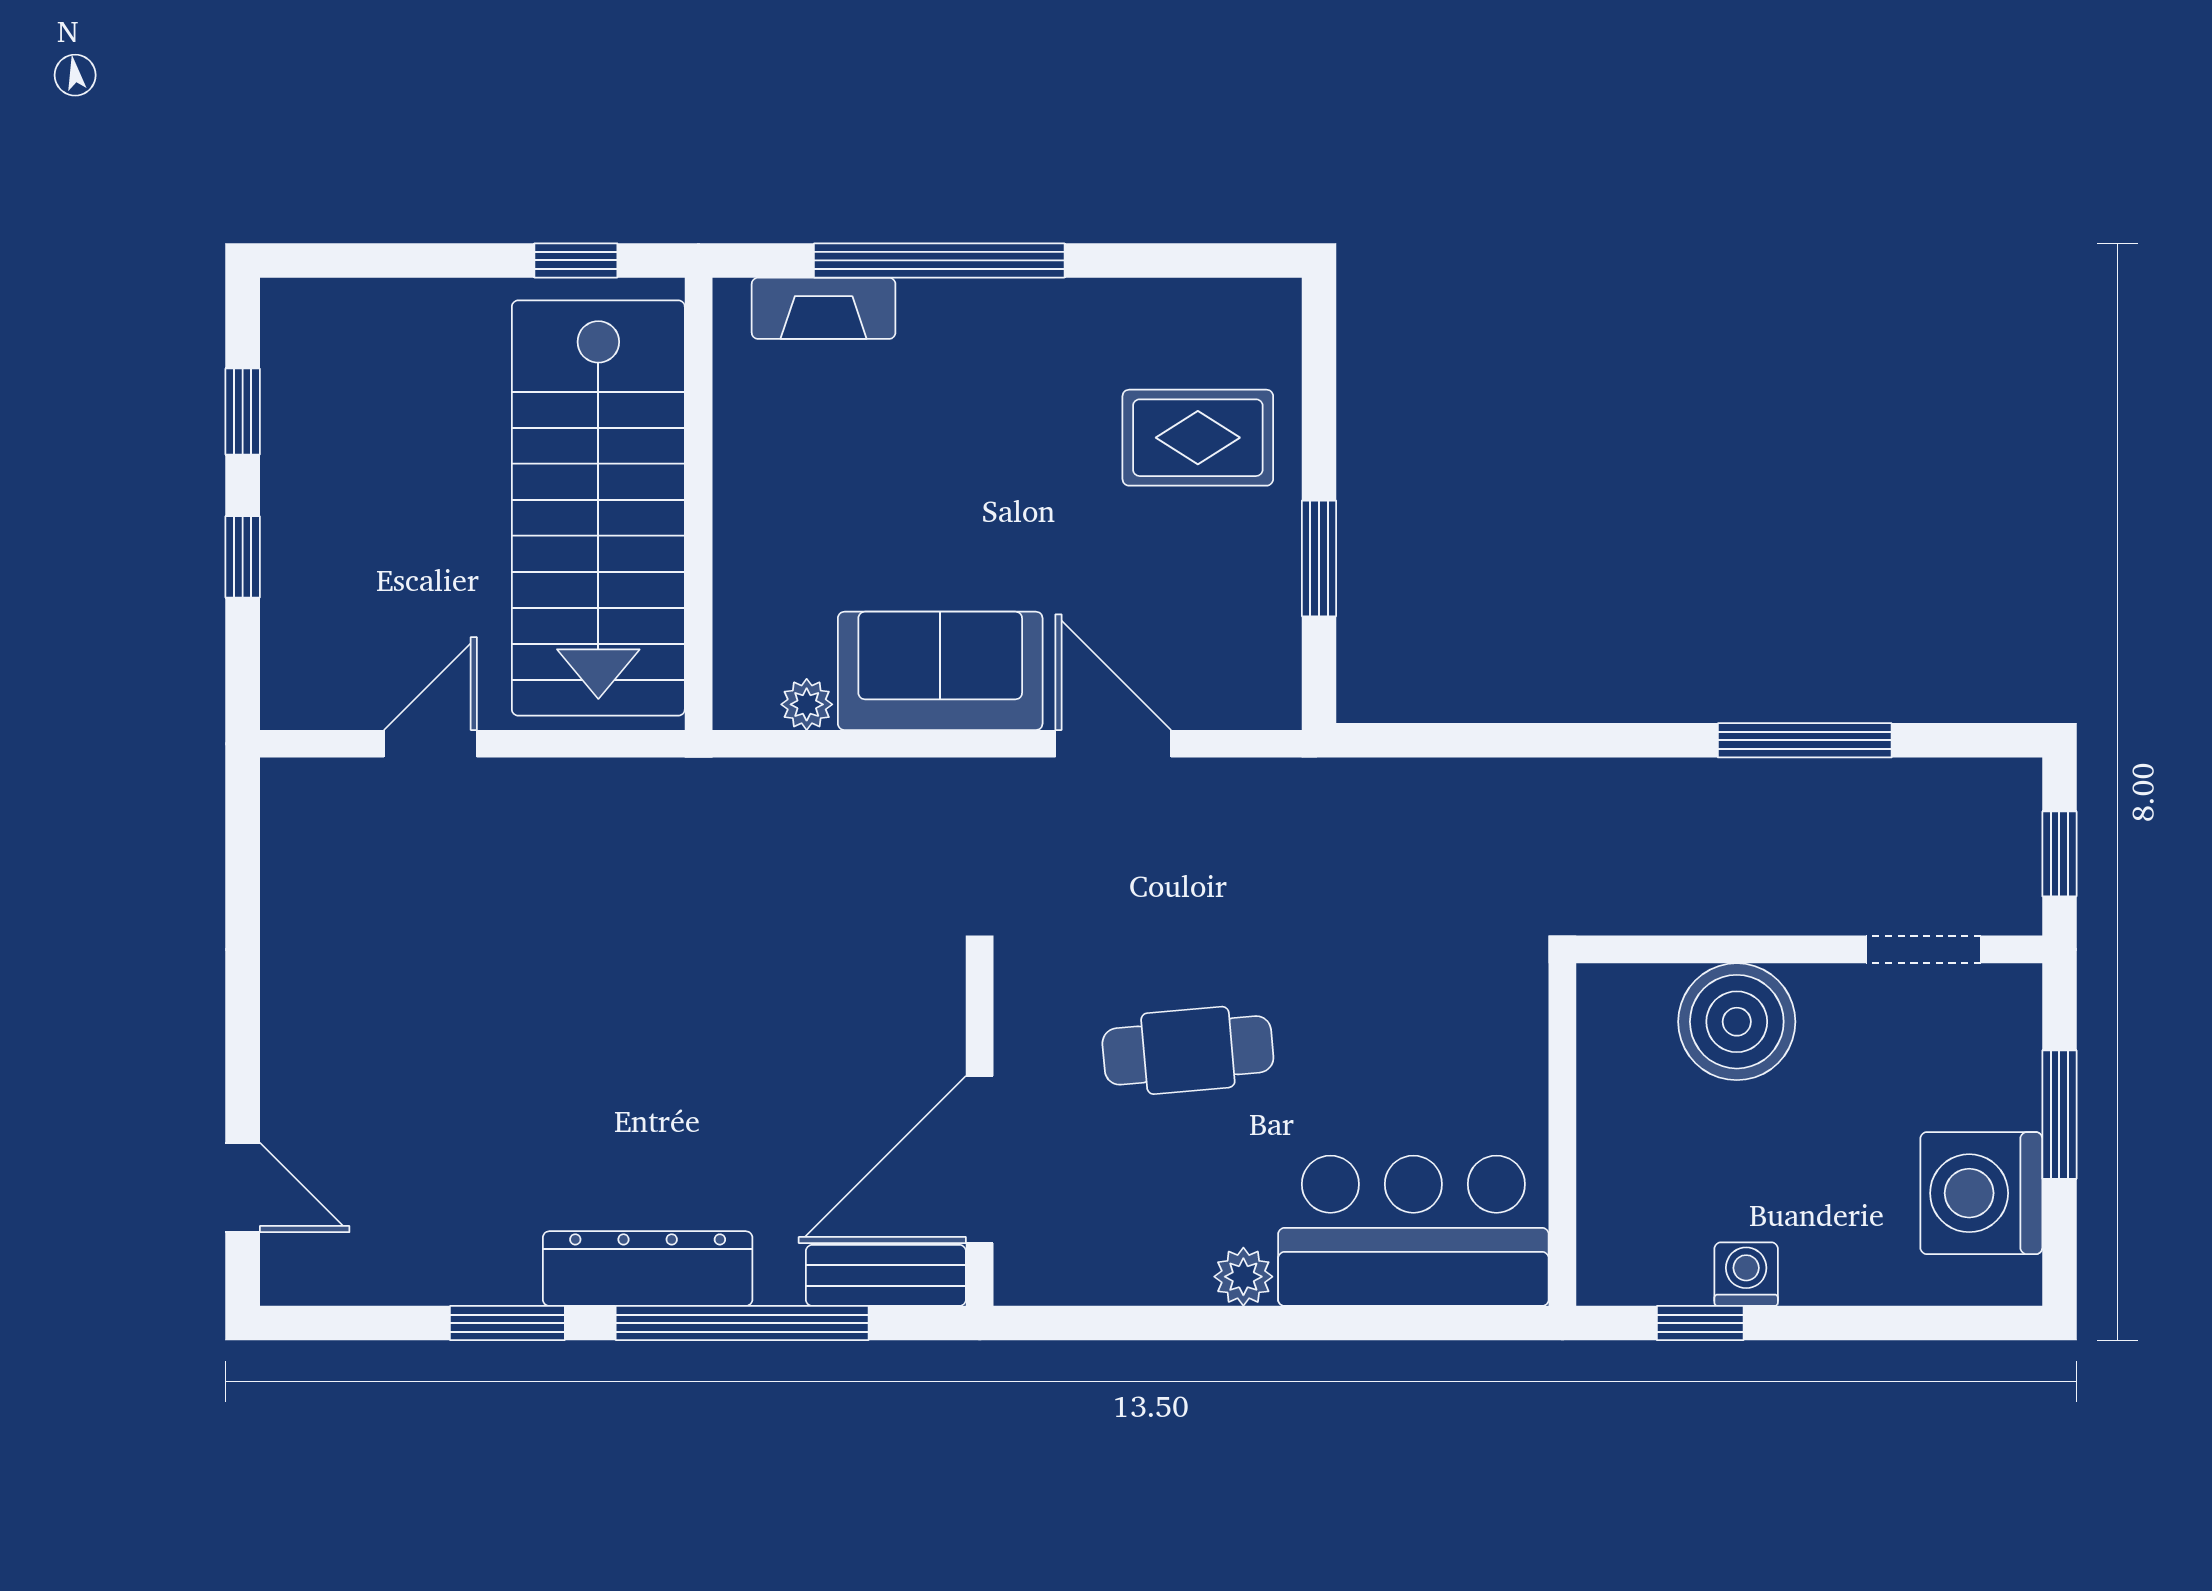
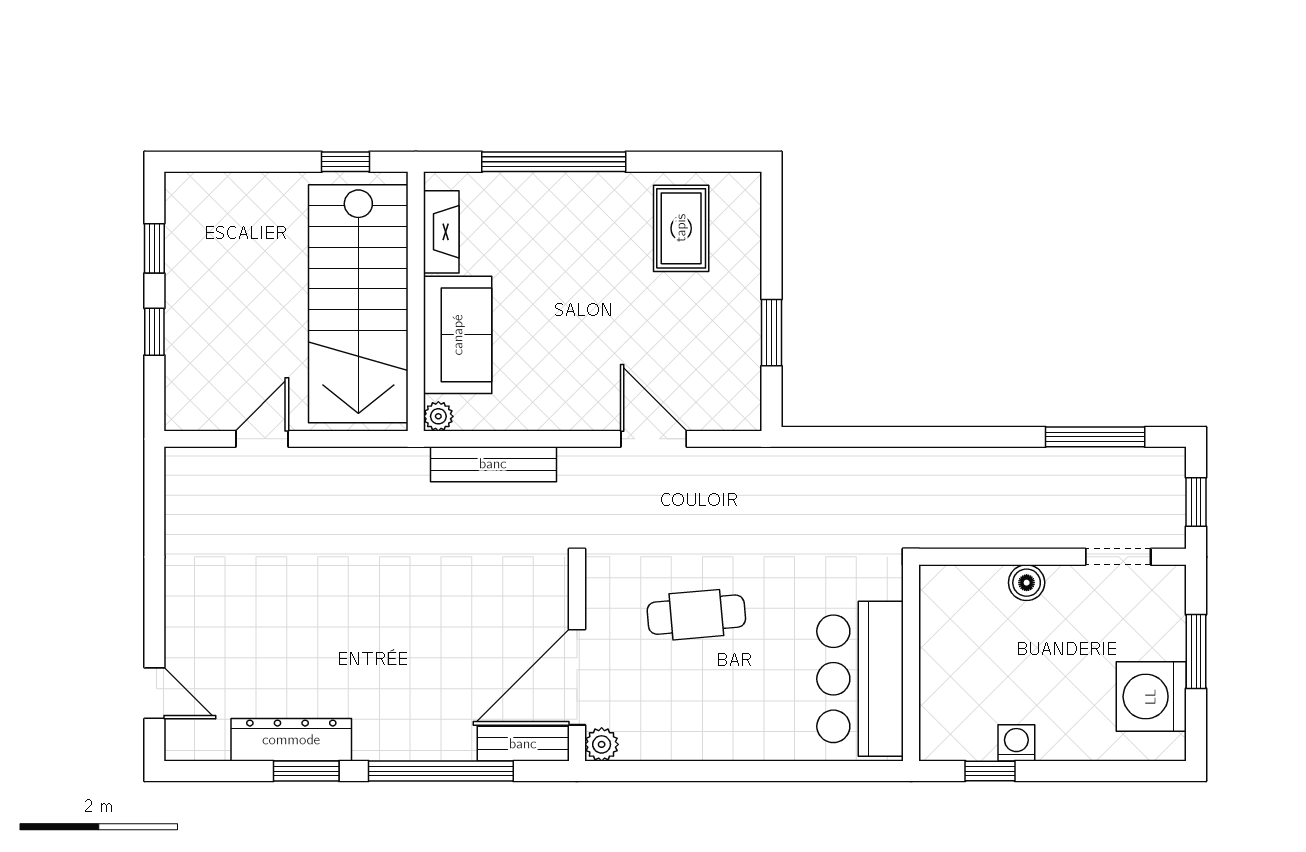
fireplace: (824, 308) -> (441, 232), moved, turned -90
rug: (1198, 438) -> (681, 228), moved, turned 90
sofa: (940, 671) -> (458, 335), moved, turned 90
plant: (807, 704) -> (438, 416), moved
window: (1805, 740) -> (1095, 437), moved
bench: (834, 788) -> (493, 464), added
boiler: (1737, 1022) -> (1027, 583), width x0.54, depth x0.54
bar counter: (1413, 1231) -> (860, 679), moved, turned -90
dresser: (648, 1269) -> (291, 740), moved
plant: (1243, 1277) -> (602, 744), moved

